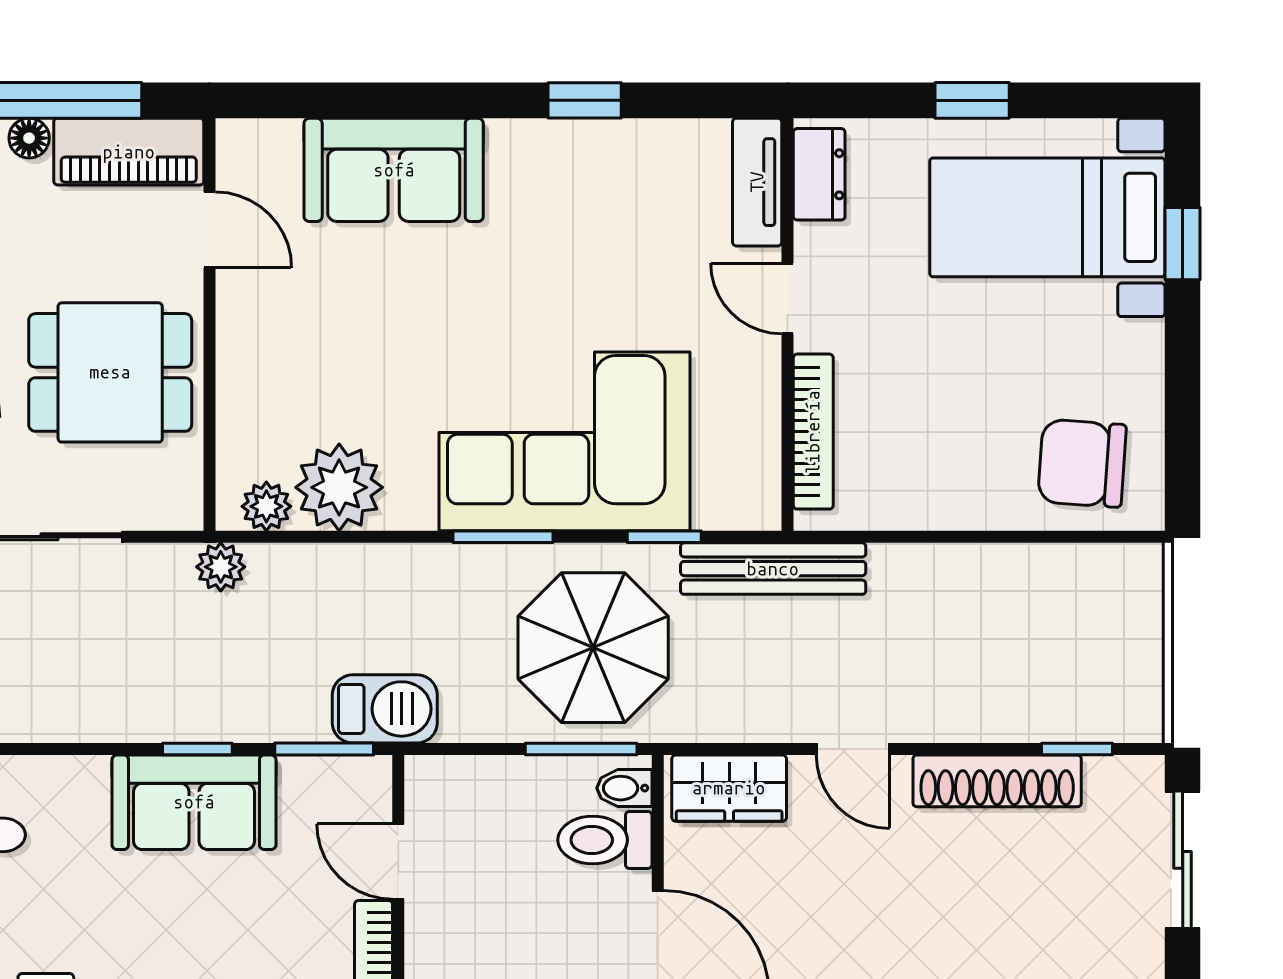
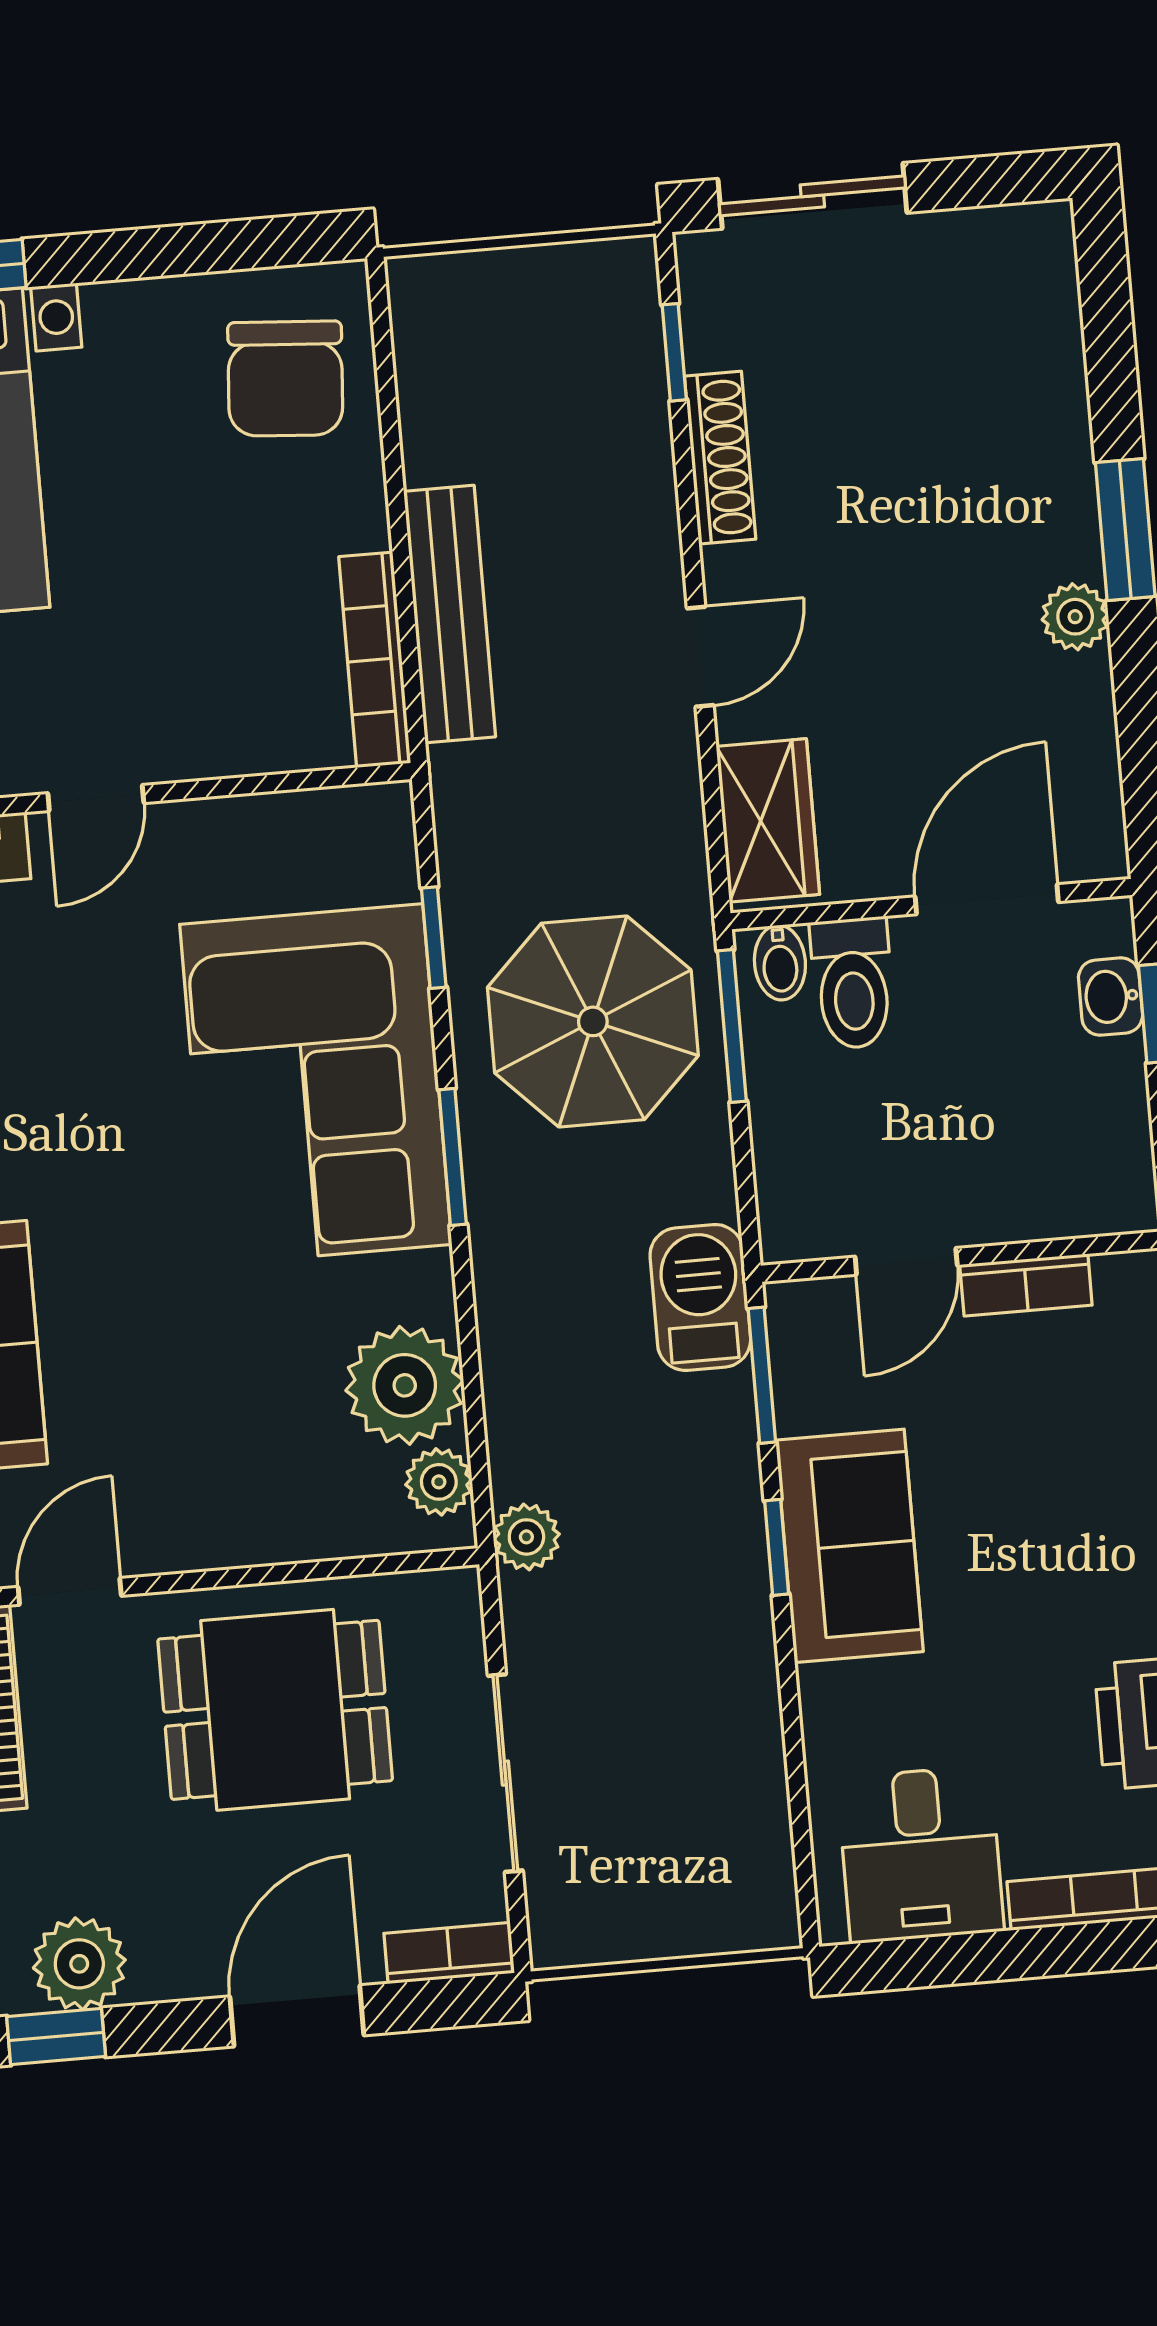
dining table: (110, 372) -> (275, 1710), turned 90
bookcase: (813, 432) -> (375, 660), moved, turned -90
bench: (773, 569) -> (450, 614), moved
shoe rack: (997, 781) -> (720, 458), width x0.74, depth x0.81

